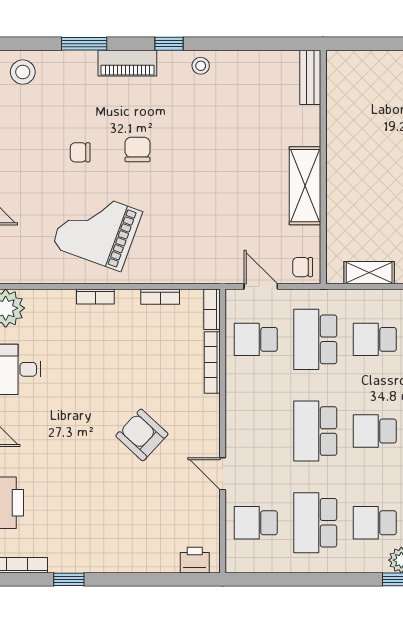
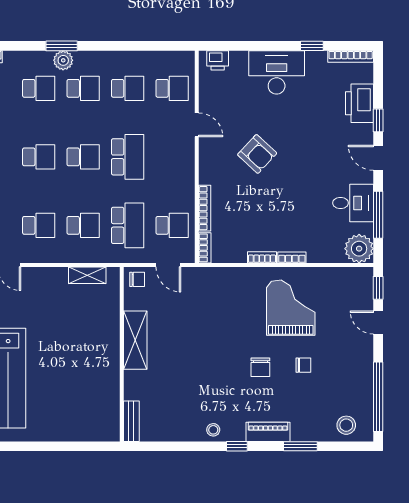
grand piano: (97, 229) -> (291, 308), turned -110
bookcase: (160, 297) -> (262, 257), moved
school desk: (315, 523) -> (128, 88), width x0.54
desk: (116, 544) -> (277, 72), added

